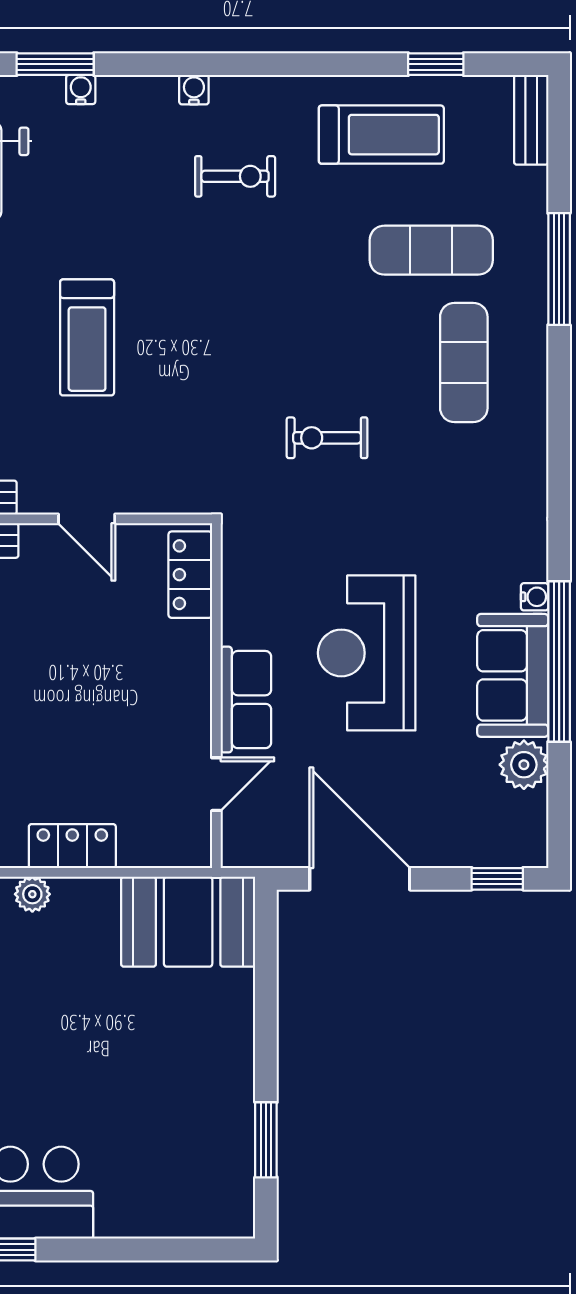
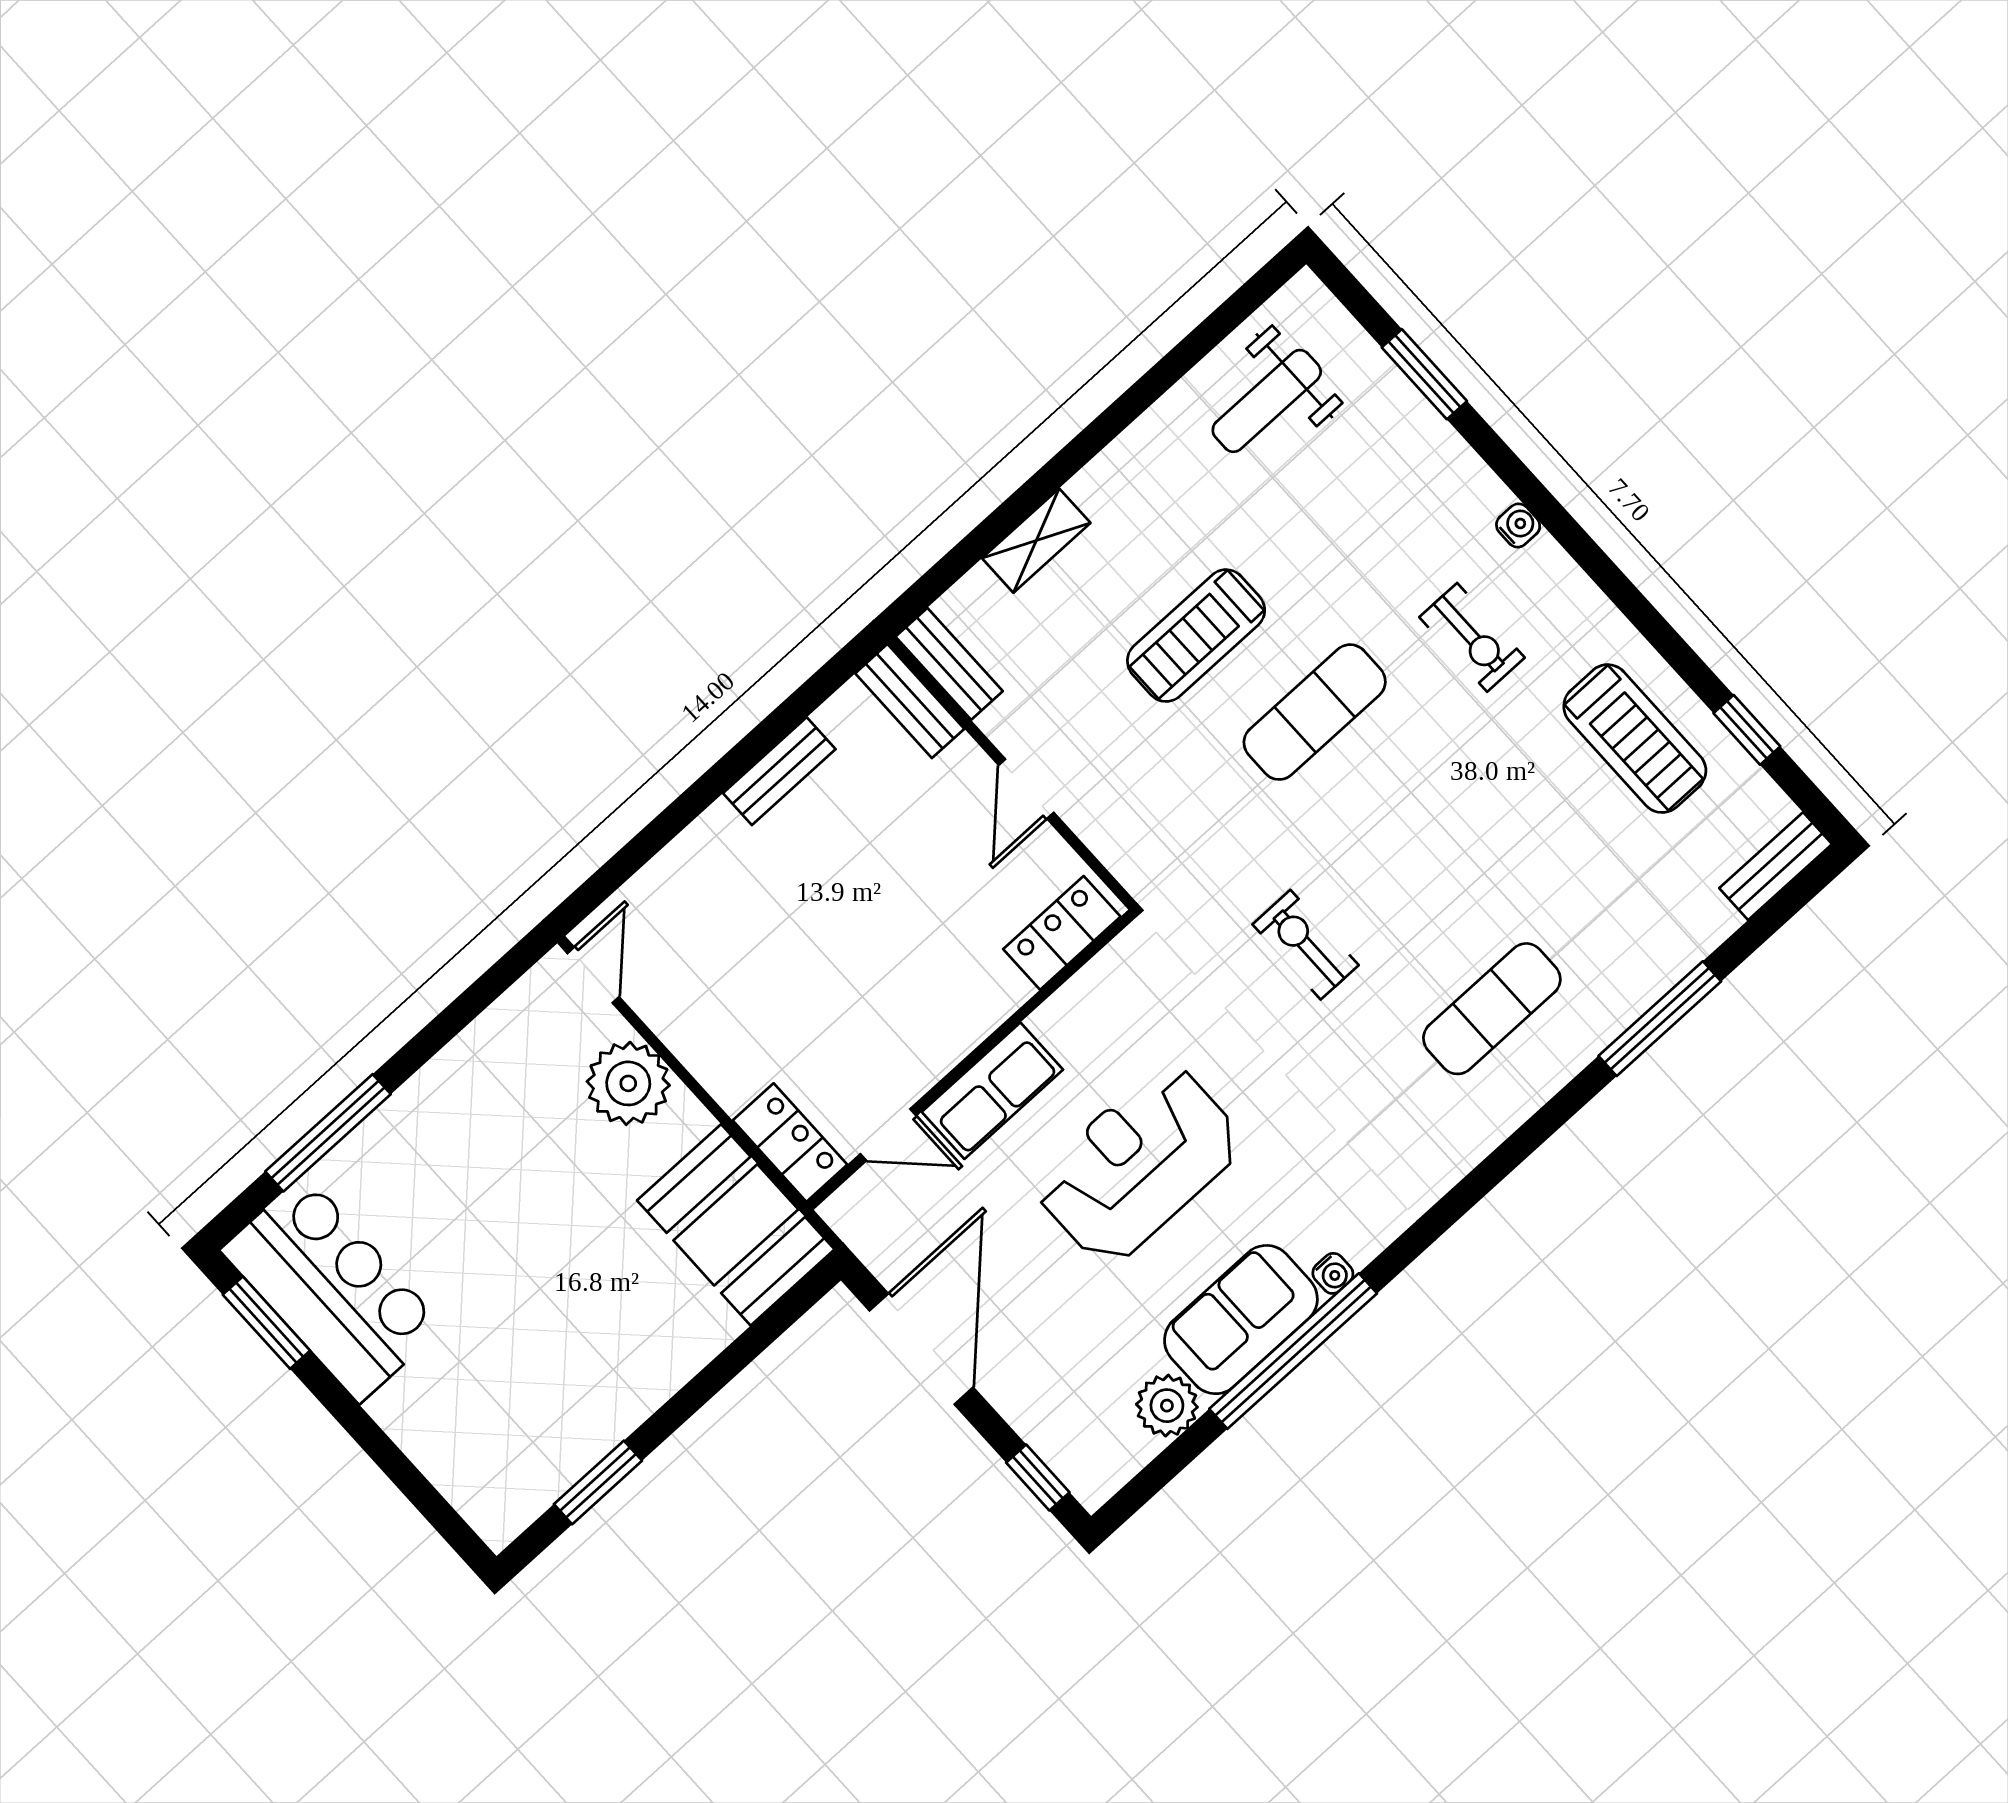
water cooler: (81, 90) -> (1422, 420), removed
exercise mat: (431, 250) -> (1315, 712), moved, turned 90
locker: (72, 846) -> (790, 1143), moved
plant: (32, 894) -> (628, 1083), width x1.87, depth x1.87

